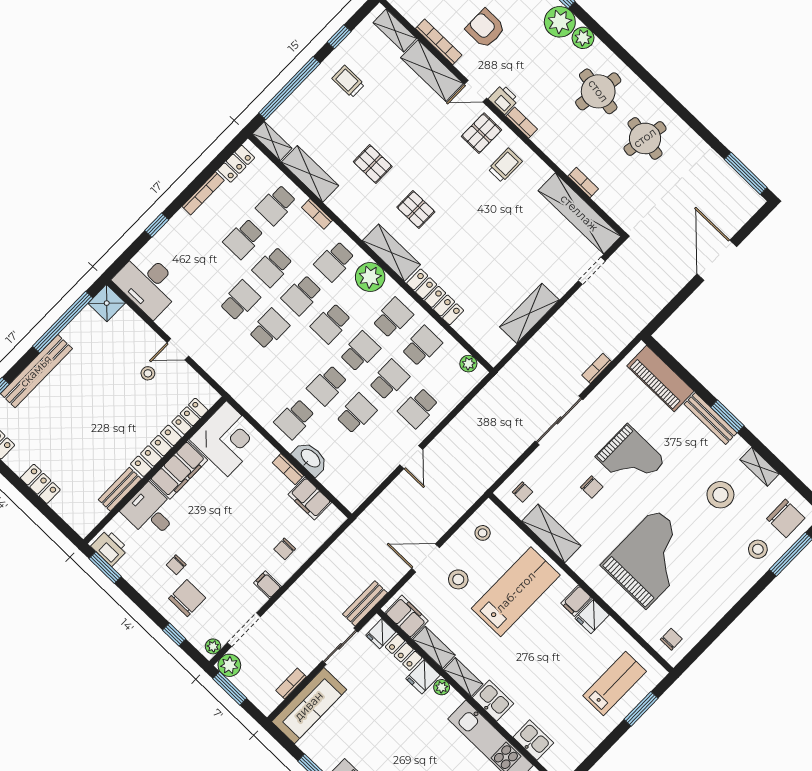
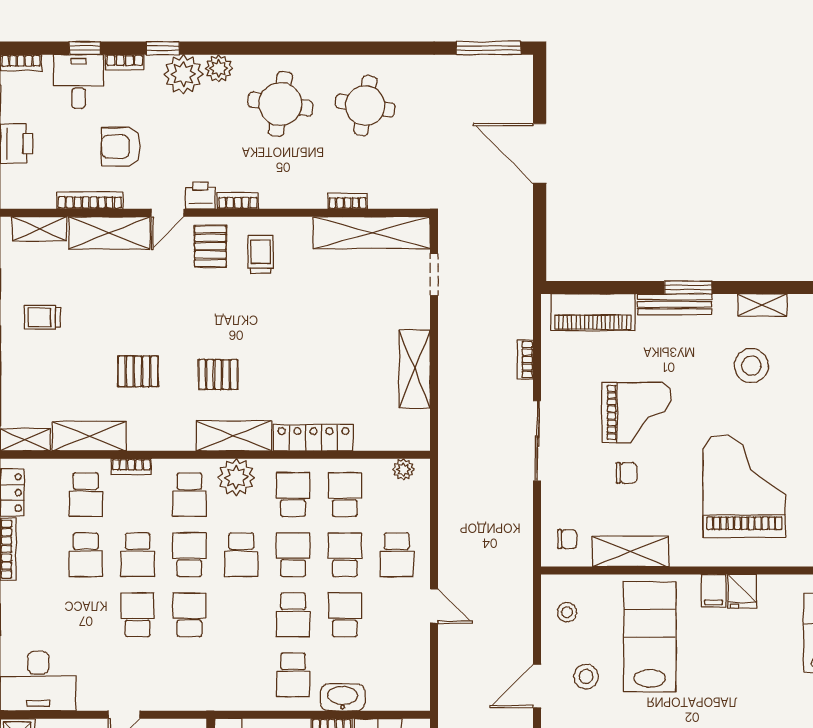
school desk: (302, 295) -> (189, 555), turned 180

